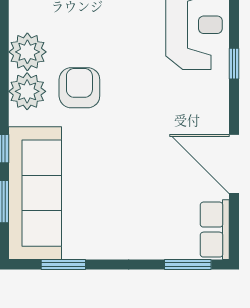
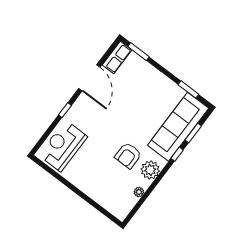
plant: (27, 52) -> (139, 192), width x0.53, depth x0.53
window: (234, 64) -> (65, 110), moved

